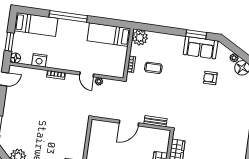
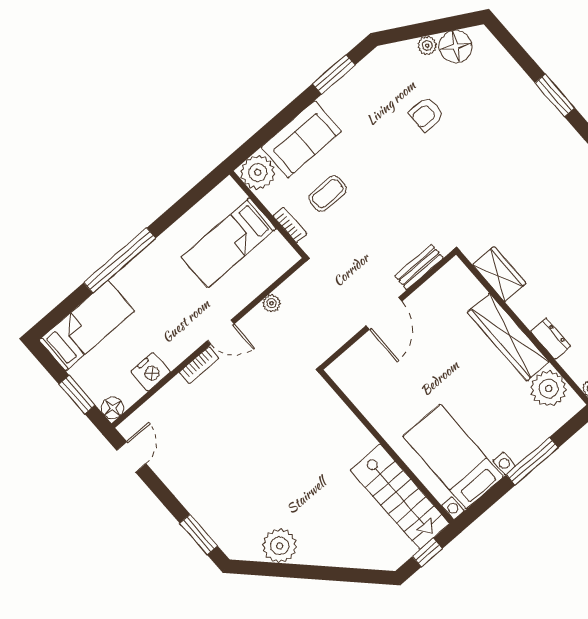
bed: (109, 35) -> (229, 243), moved
sofa: (201, 48) -> (301, 139), moved
door: (87, 74) -> (221, 332), moved

